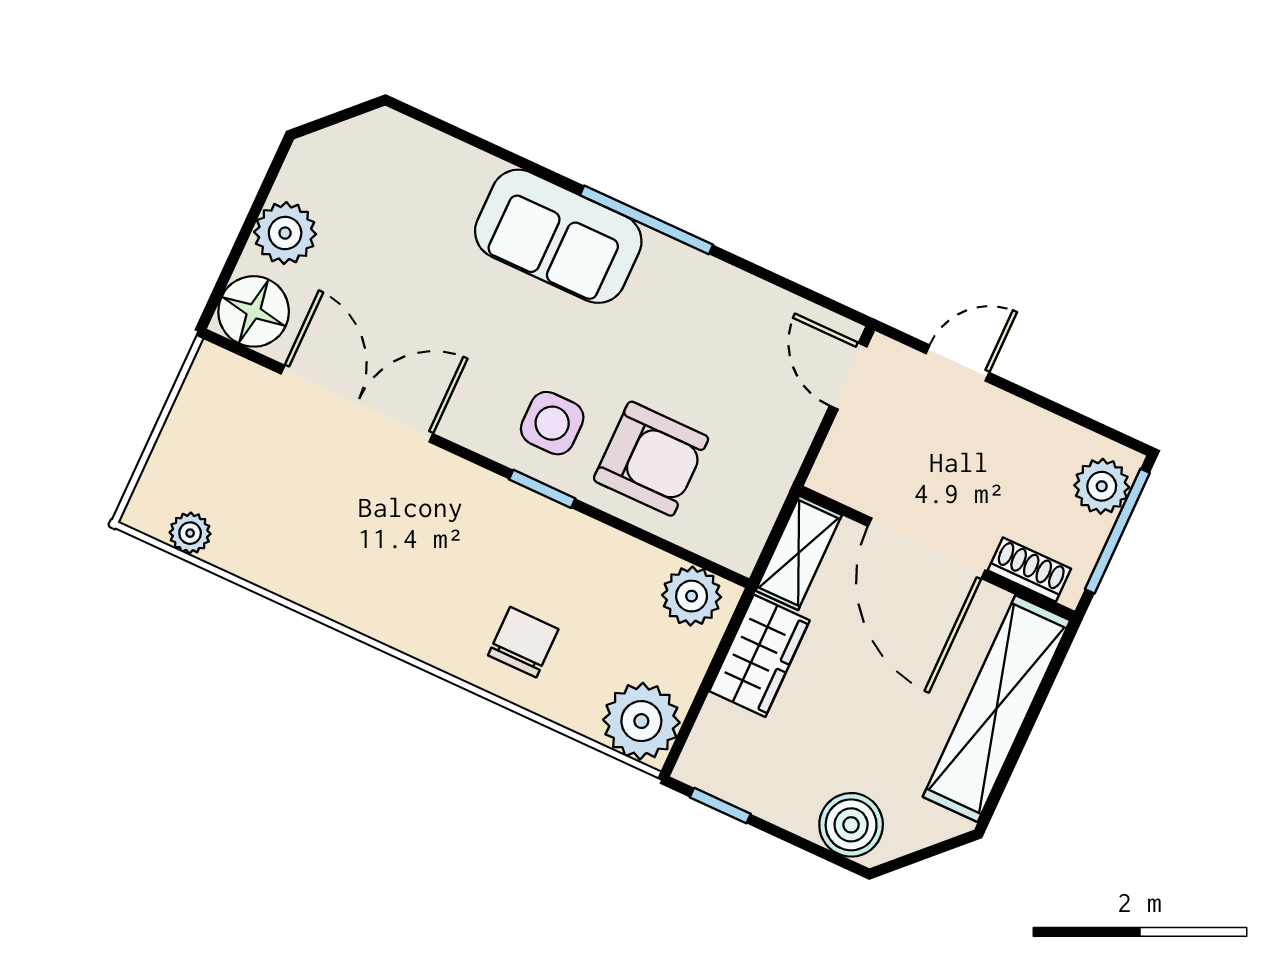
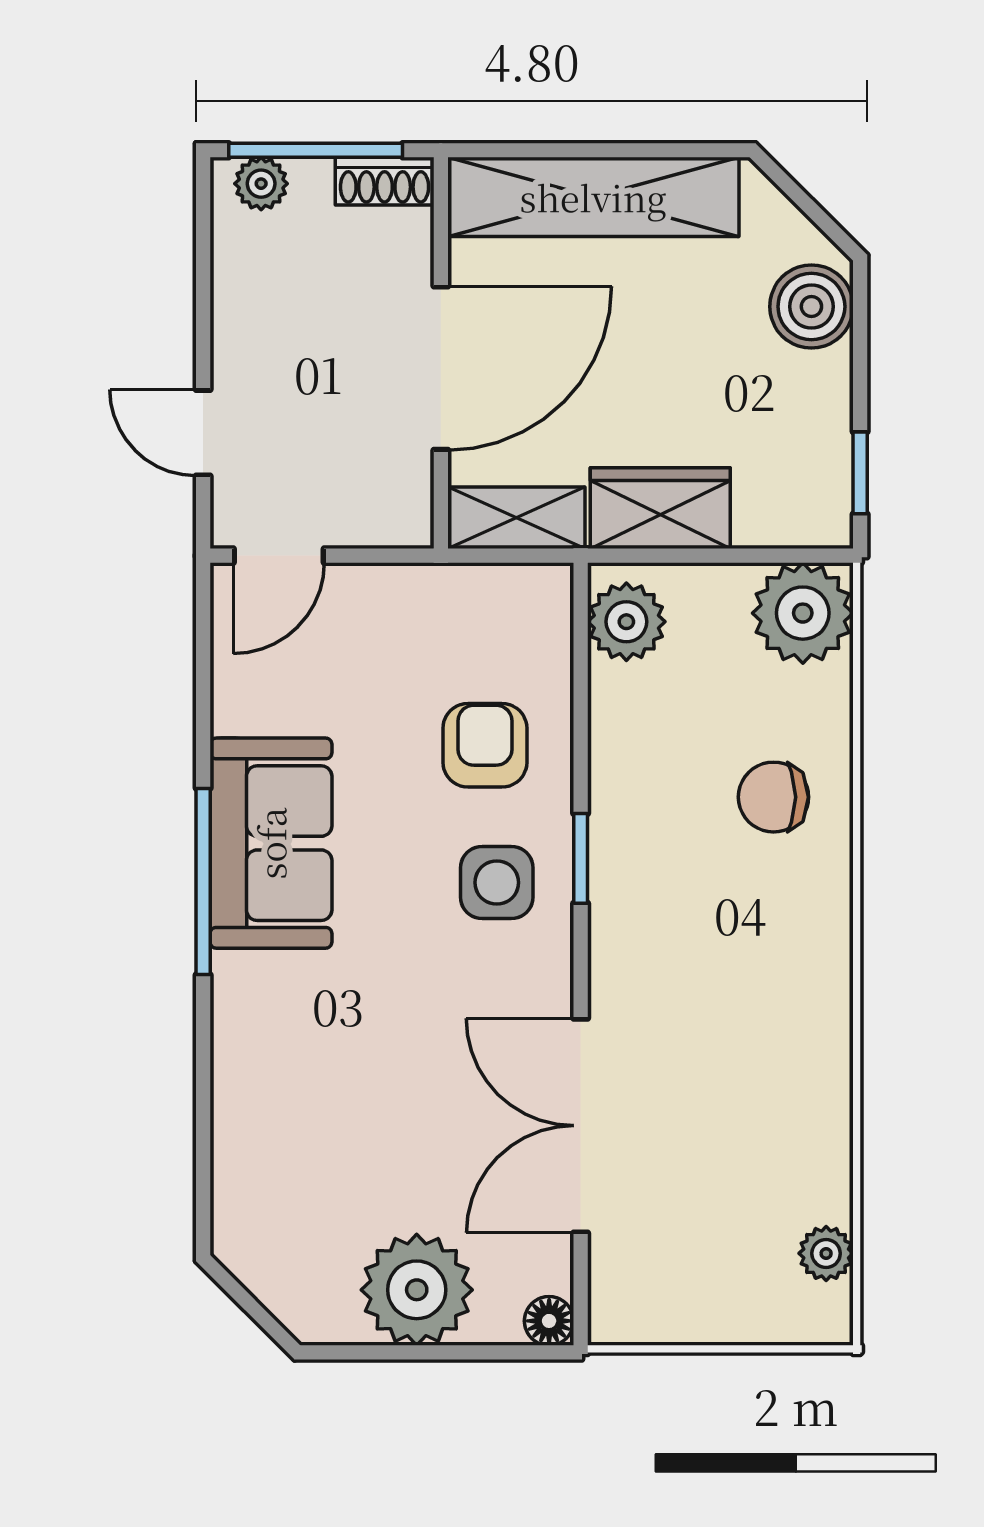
plant: (285, 233) -> (417, 1290), width x1.36, depth x1.36
sofa: (558, 236) -> (271, 843), moved
floor lamp: (254, 311) -> (549, 1321), width x0.53, depth x0.53
armchair: (651, 459) -> (485, 745), width x0.72, depth x0.72
plant: (1102, 486) -> (261, 184), width x0.73, depth x0.73
shoe rack: (1029, 570) -> (385, 181), moved, turned -90

